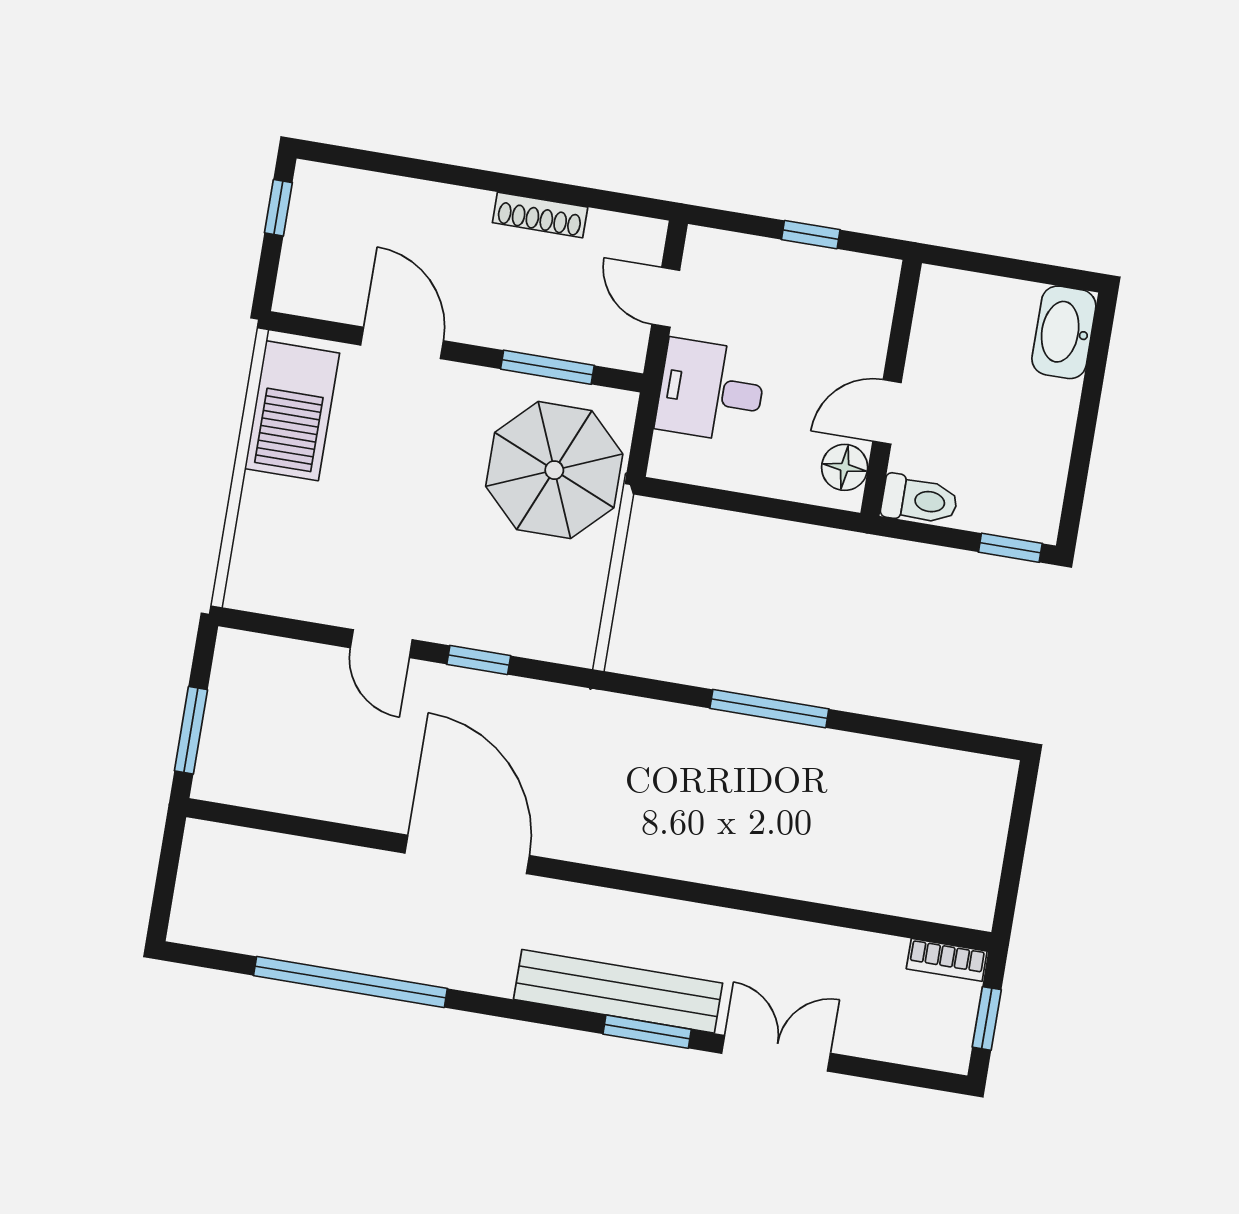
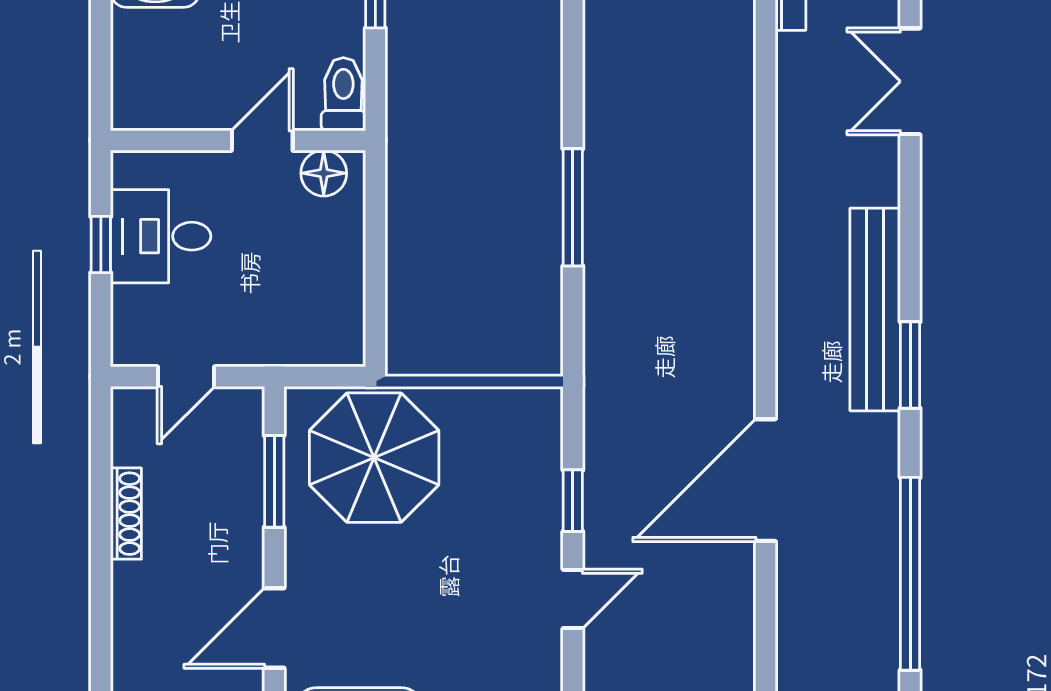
desk: (711, 391) -> (161, 236), moved, turned 90
door: (887, 412) -> (262, 141), swing flipped
window: (647, 1032) -> (910, 365), moved
double door: (776, 1053) -> (910, 81), moved

